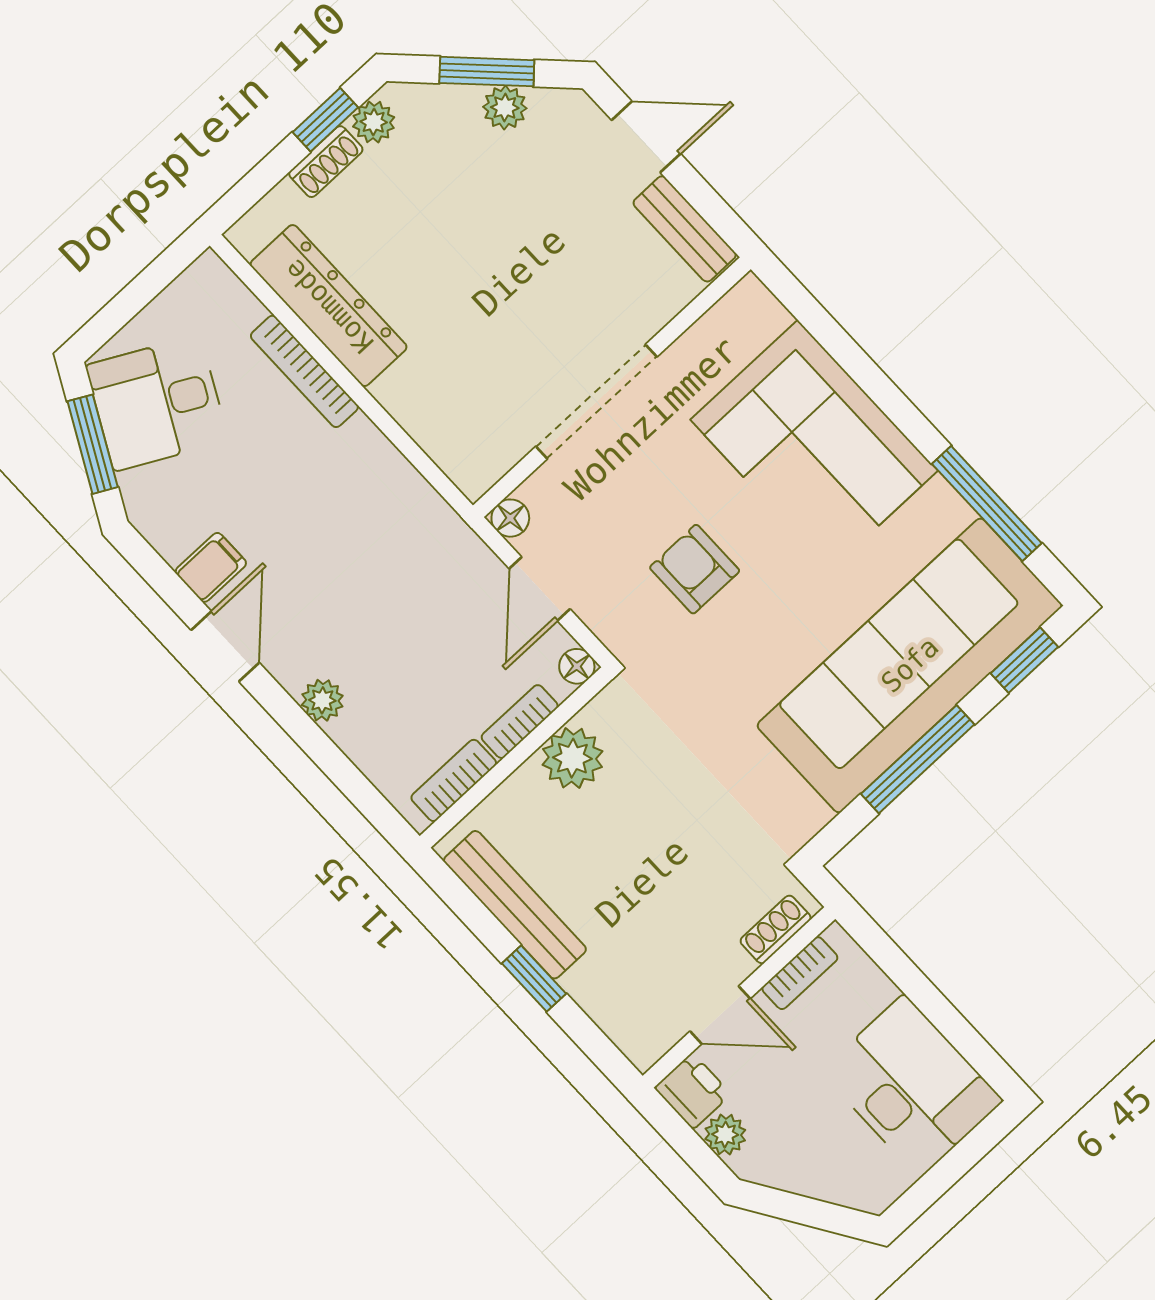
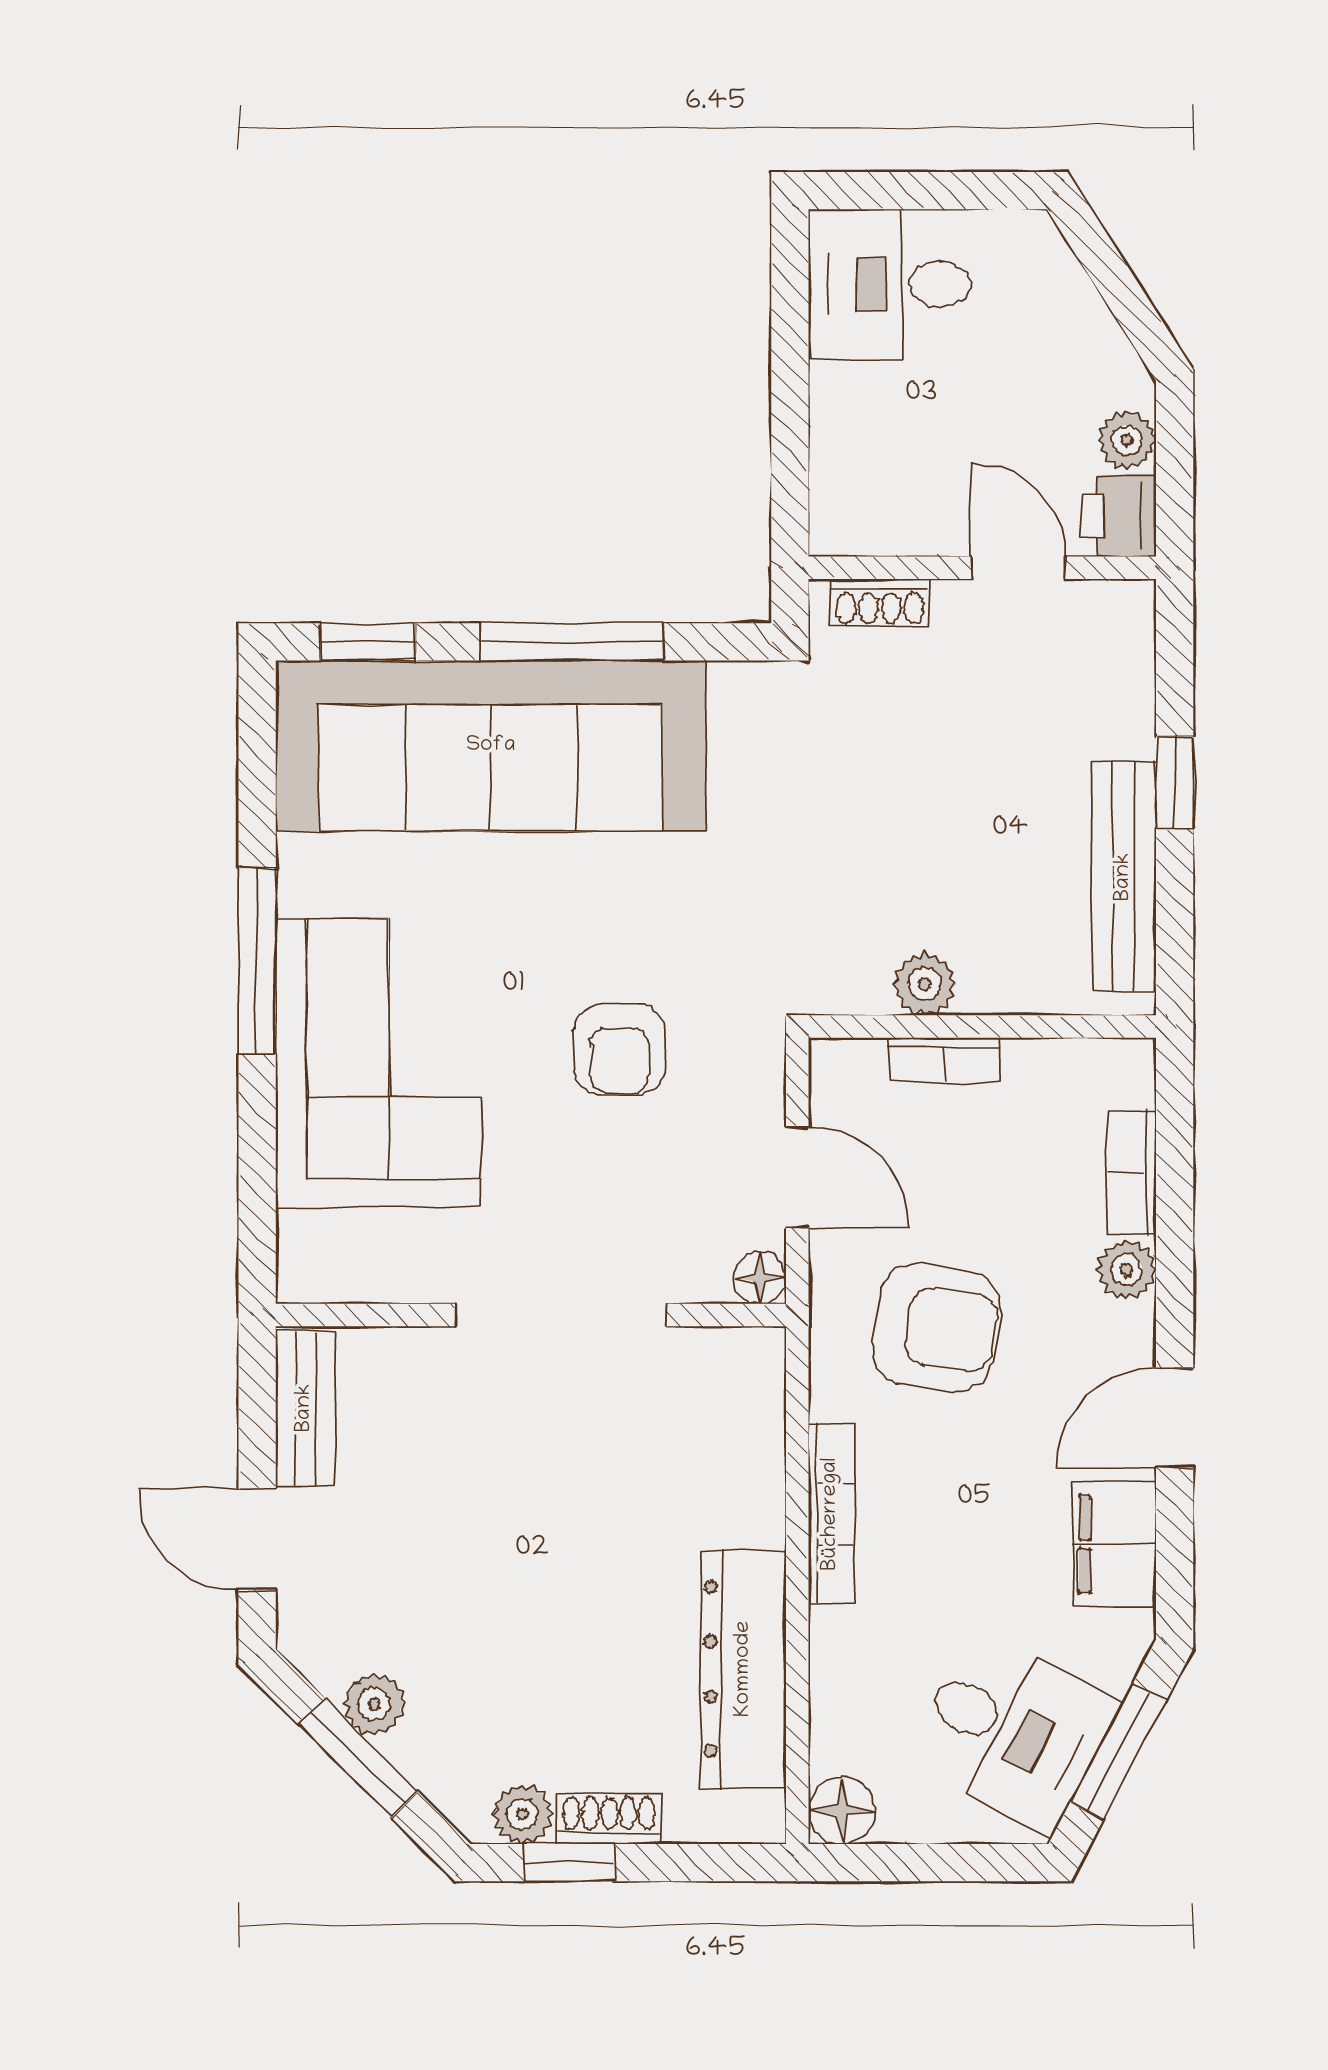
bookcase: (304, 371) -> (831, 1514), moved
window: (987, 504) -> (257, 961), moved
filing cabinet: (211, 567) -> (1114, 1544), width x2.00
armchair: (394, 578) -> (936, 1327), added
door: (540, 589) -> (797, 1177), hinge flipped
floor lamp: (577, 666) -> (842, 1810), moved, width x1.37, depth x1.37
plant: (572, 758) -> (925, 984), width x0.73, depth x0.73
bookcase: (454, 780) -> (1131, 1172), moved, turned 90
bookcase: (800, 973) -> (897, 535), removed
desk: (912, 1086) -> (889, 284), width x0.73

